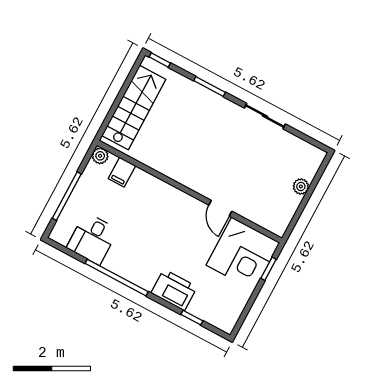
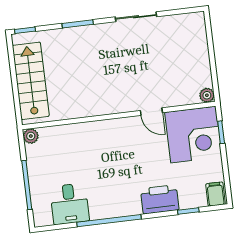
filing cabinet: (122, 172) -> (216, 194), moved, turned 180
plant: (301, 187) -> (207, 95), moved

